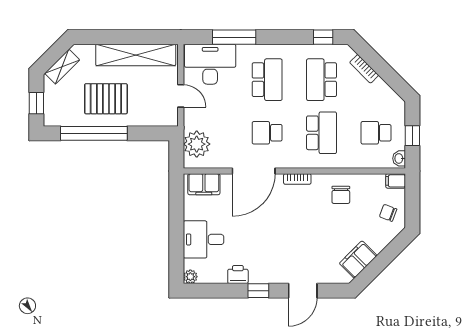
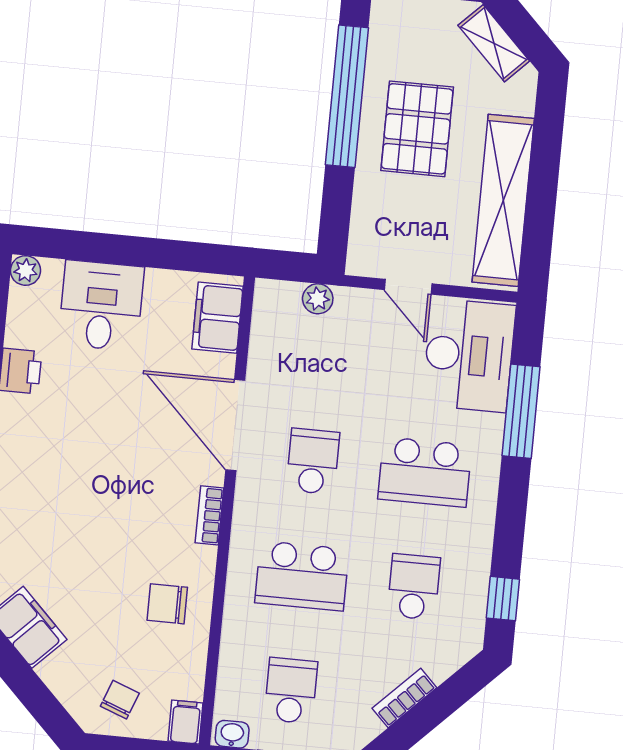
bookcase: (364, 69) -> (404, 698), moved
school desk: (322, 80) -> (414, 587), width x0.54
door: (181, 96) -> (408, 287), hinge flipped
plant: (197, 144) -> (318, 299), width x0.53, depth x0.53

